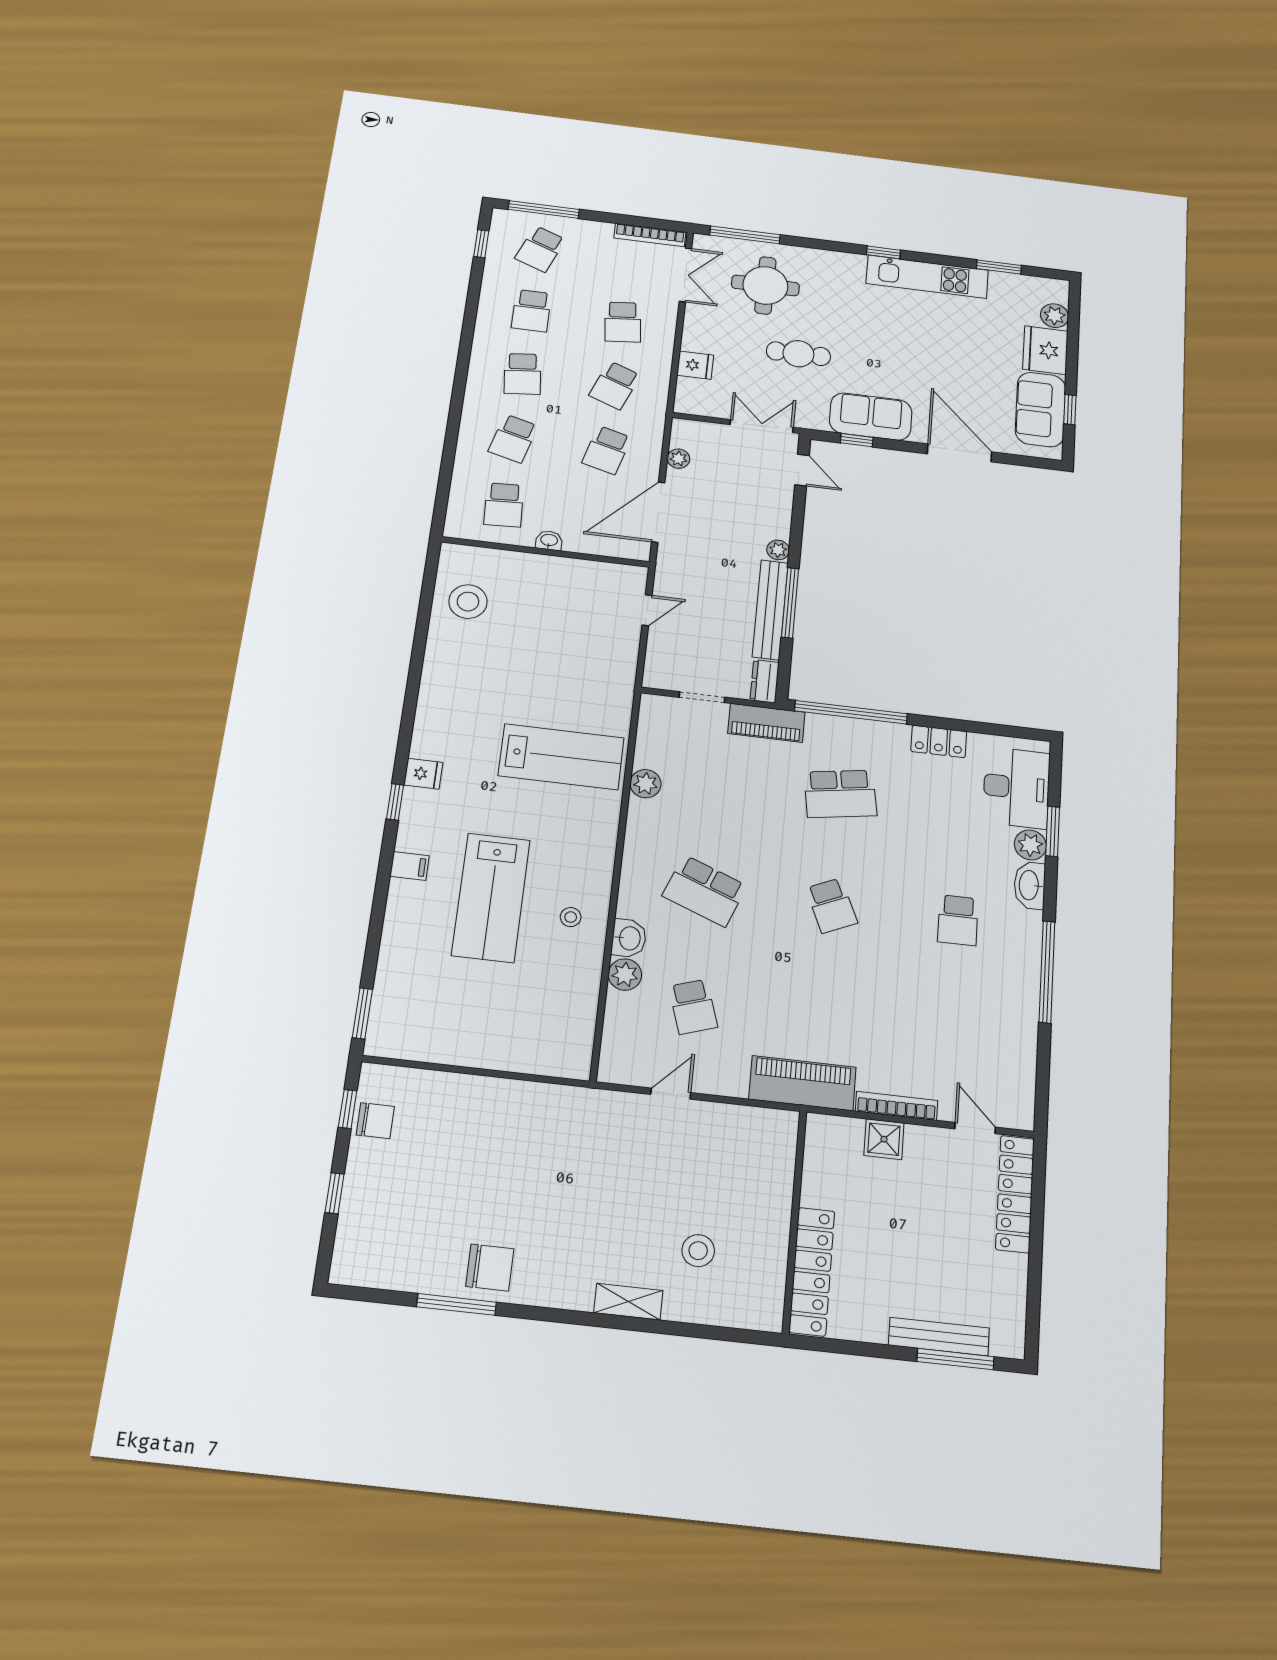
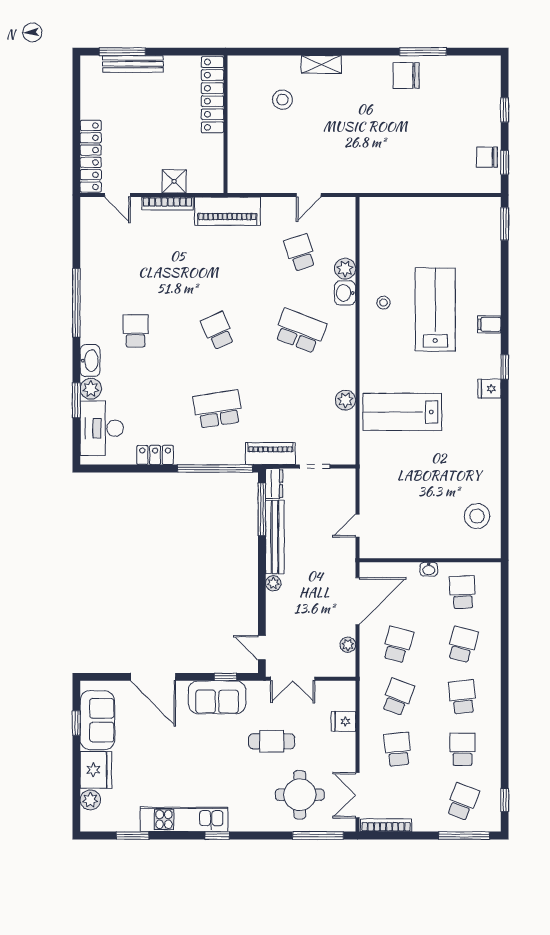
window: (790, 603) -> (262, 509), moved

